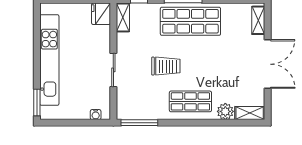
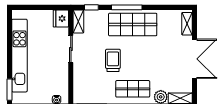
trolley: (166, 66) -> (113, 60), turned -90
sliding door: (113, 70) -> (71, 49), moved

